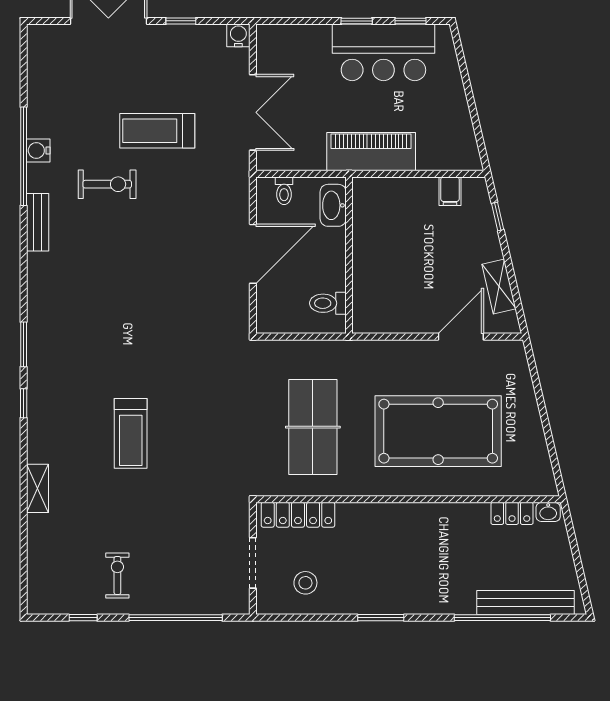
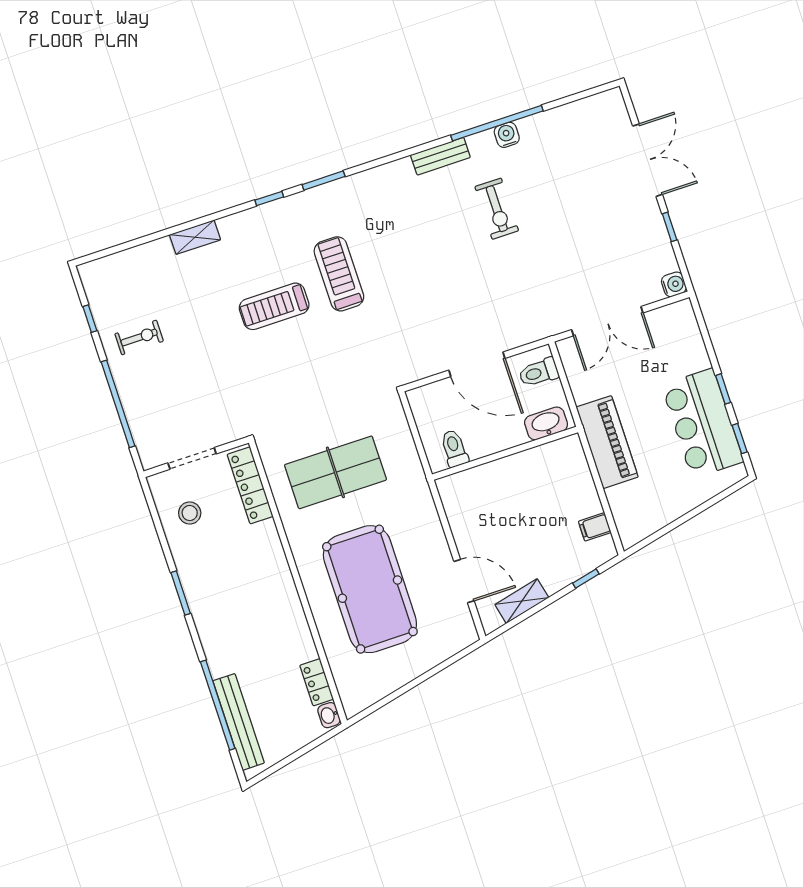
treadmill: (157, 131) -> (339, 274), moved
toilet: (284, 191) -> (539, 372), width x1.37, depth x1.39

